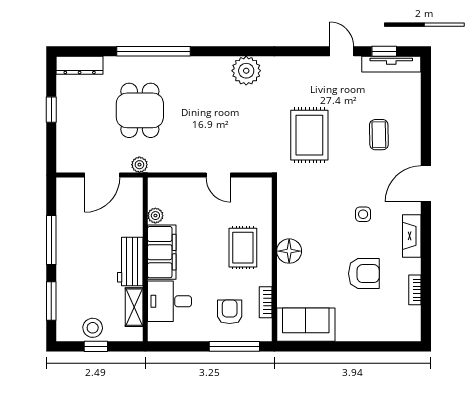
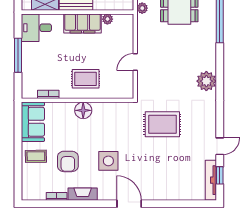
coffee table: (379, 135) -> (36, 156), moved
side table: (363, 214) -> (108, 161), width x1.87, depth x1.87
fireplace: (412, 236) -> (83, 194), moved
desk: (170, 301) -> (36, 28), moved, turned -90
armchair: (230, 312) -> (42, 70), removed
window: (234, 346) -> (18, 55), moved

